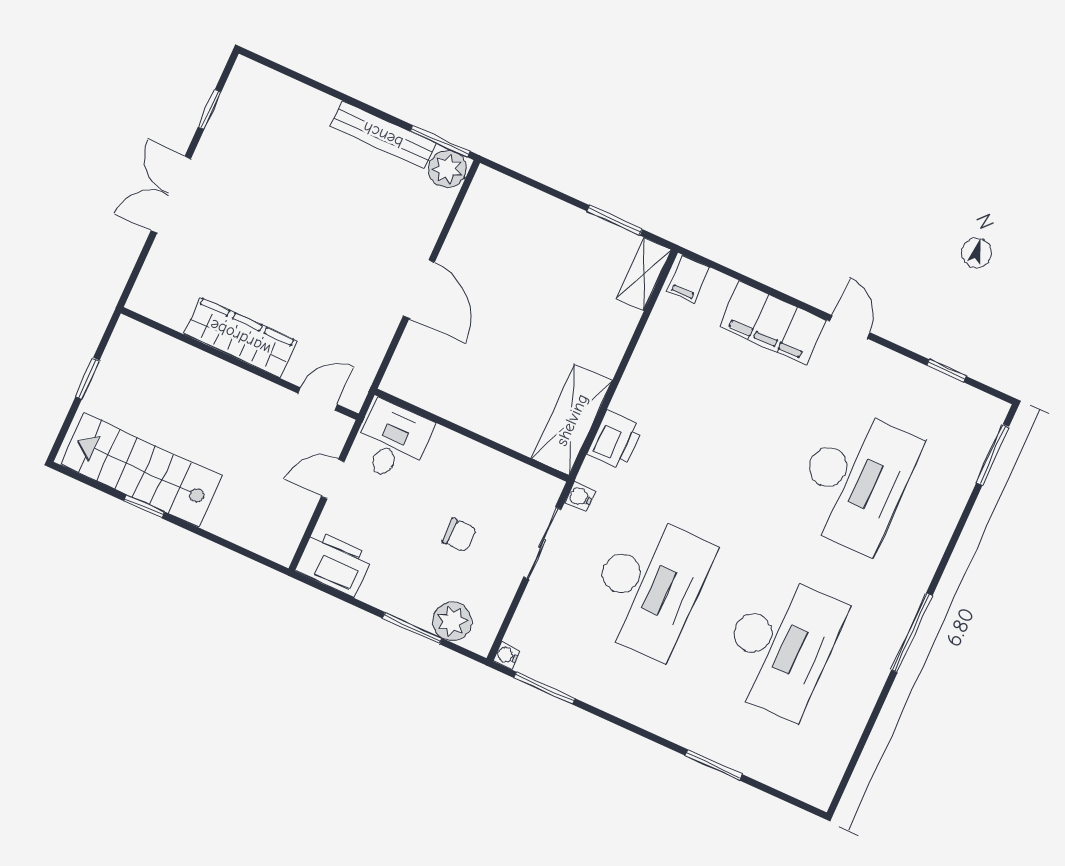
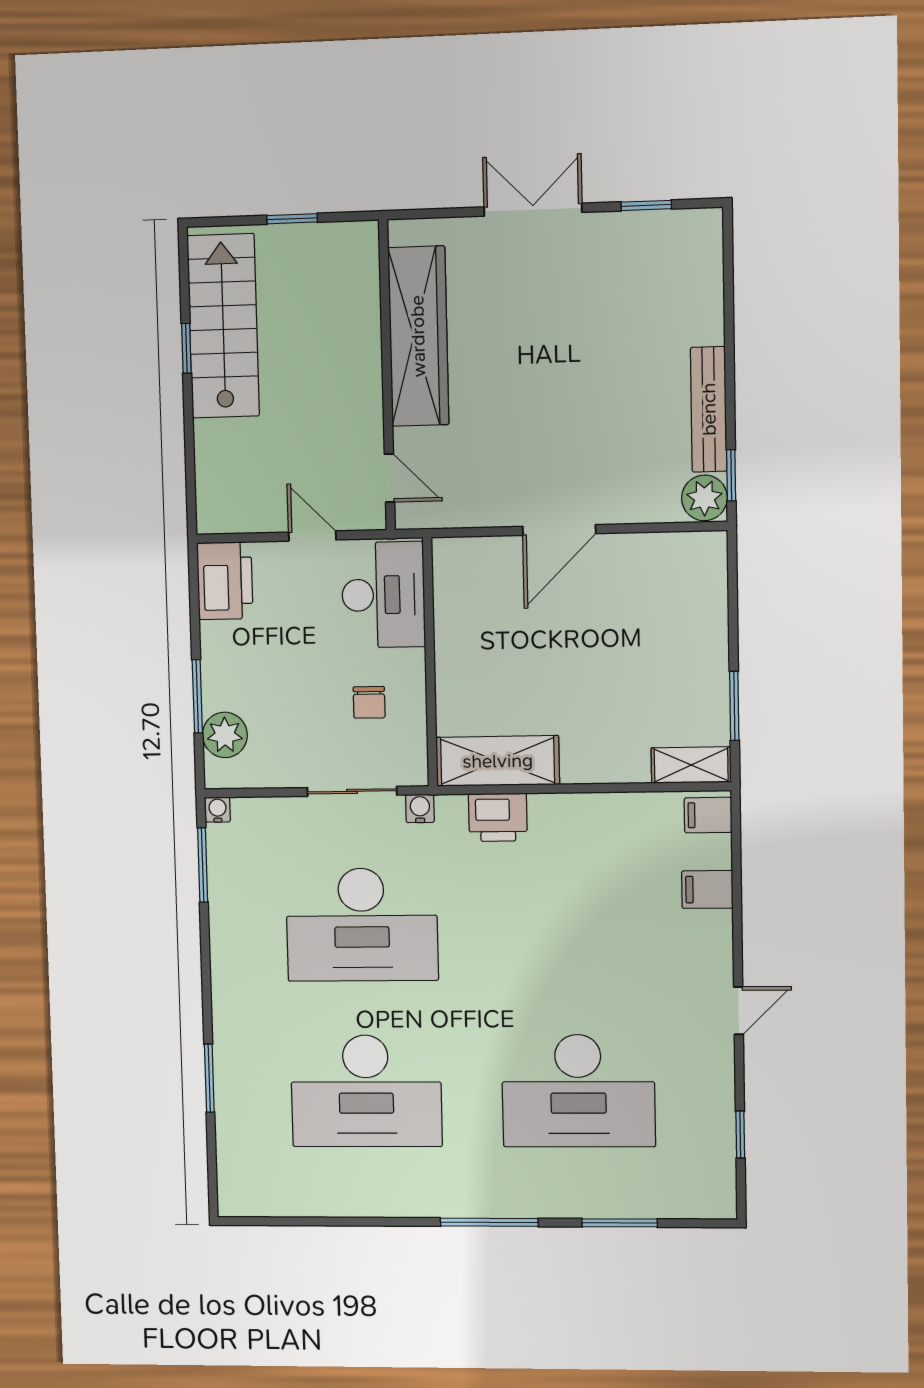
window: (440, 141) -> (731, 475), width x0.67
filing cabinet: (773, 323) -> (707, 889), width x0.33, depth x0.86
wardrobe: (240, 337) -> (418, 336), width x1.40, depth x1.17
desk: (393, 441) -> (383, 595), width x1.37
window: (993, 455) -> (620, 1223), moved
chair: (459, 535) -> (369, 702), moved
window: (912, 633) -> (489, 1222), moved

